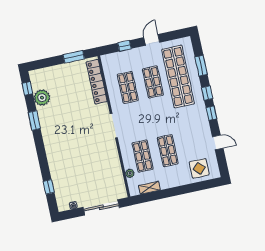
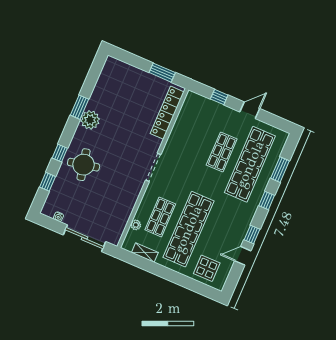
shop shelf: (128, 87) -> (193, 140), removed
window: (27, 88) -> (60, 153), moved
plant: (42, 98) -> (90, 120), moved
window: (211, 113) -> (252, 234), moved
door: (218, 142) -> (243, 256), swing flipped
shop shelf: (168, 151) -> (188, 229), width x2.00, depth x1.36
round table: (65, 158) -> (84, 165), added

